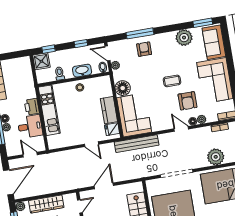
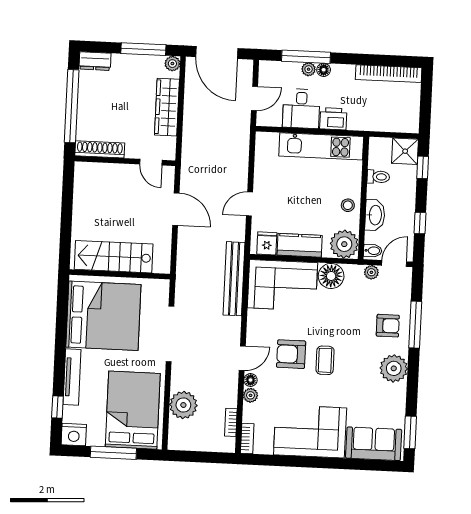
plant: (184, 38) -> (394, 368), moved
plant: (103, 85) -> (344, 244), added
armchair: (187, 101) -> (291, 354), moved

